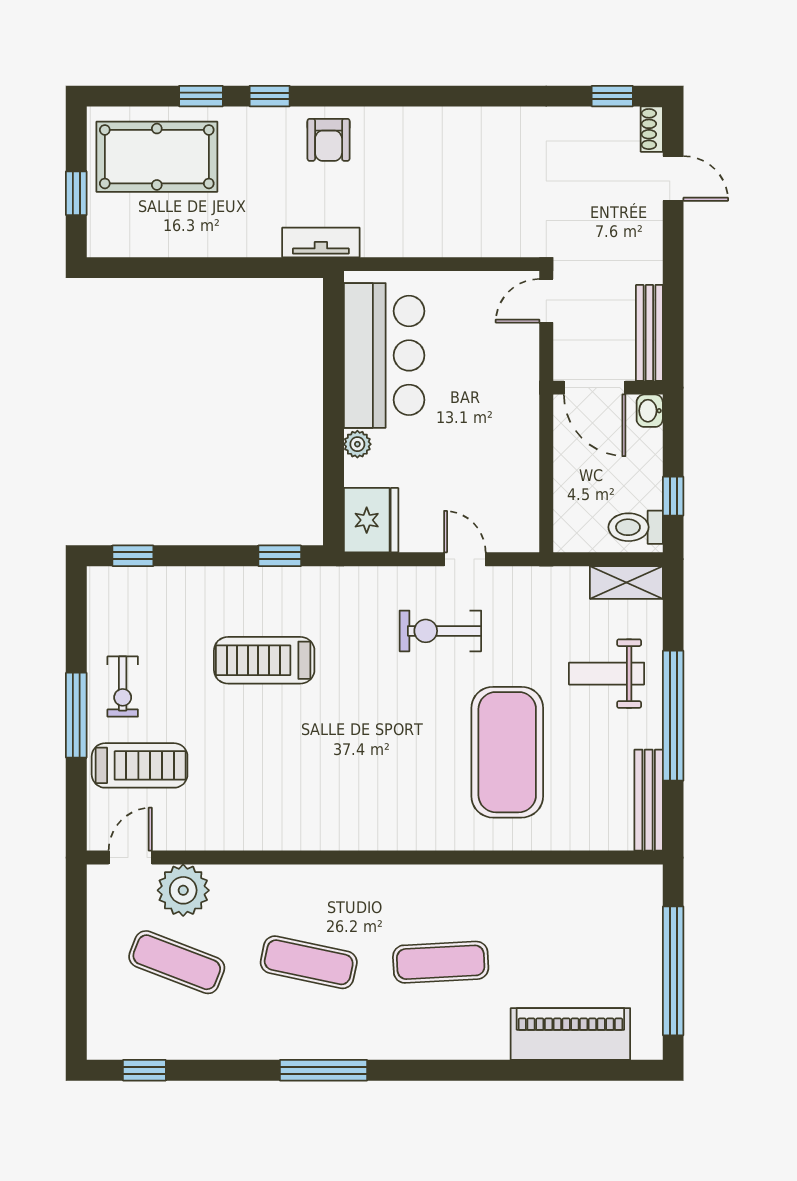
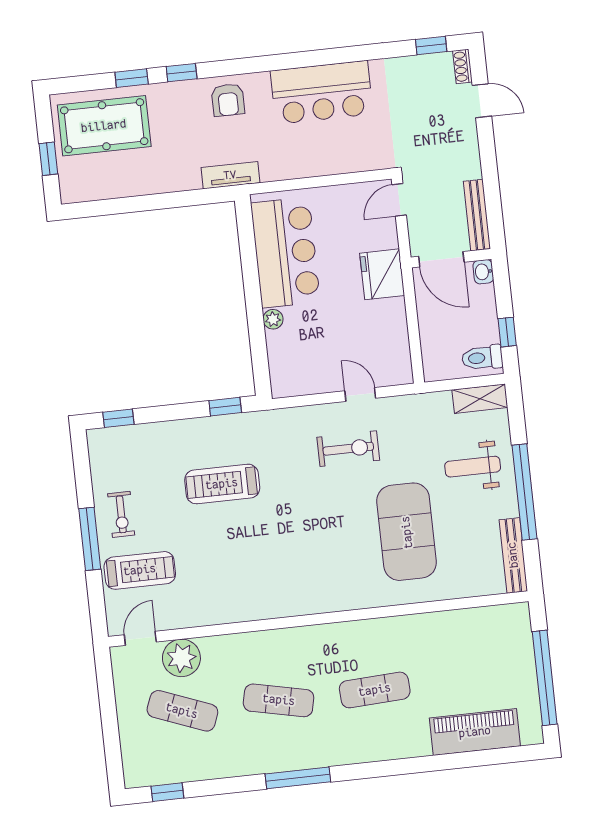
bar counter: (457, 143) -> (322, 92), added
fridge: (371, 520) -> (382, 274), moved, turned 180
exercise bike: (440, 631) -> (348, 449), turned 180

